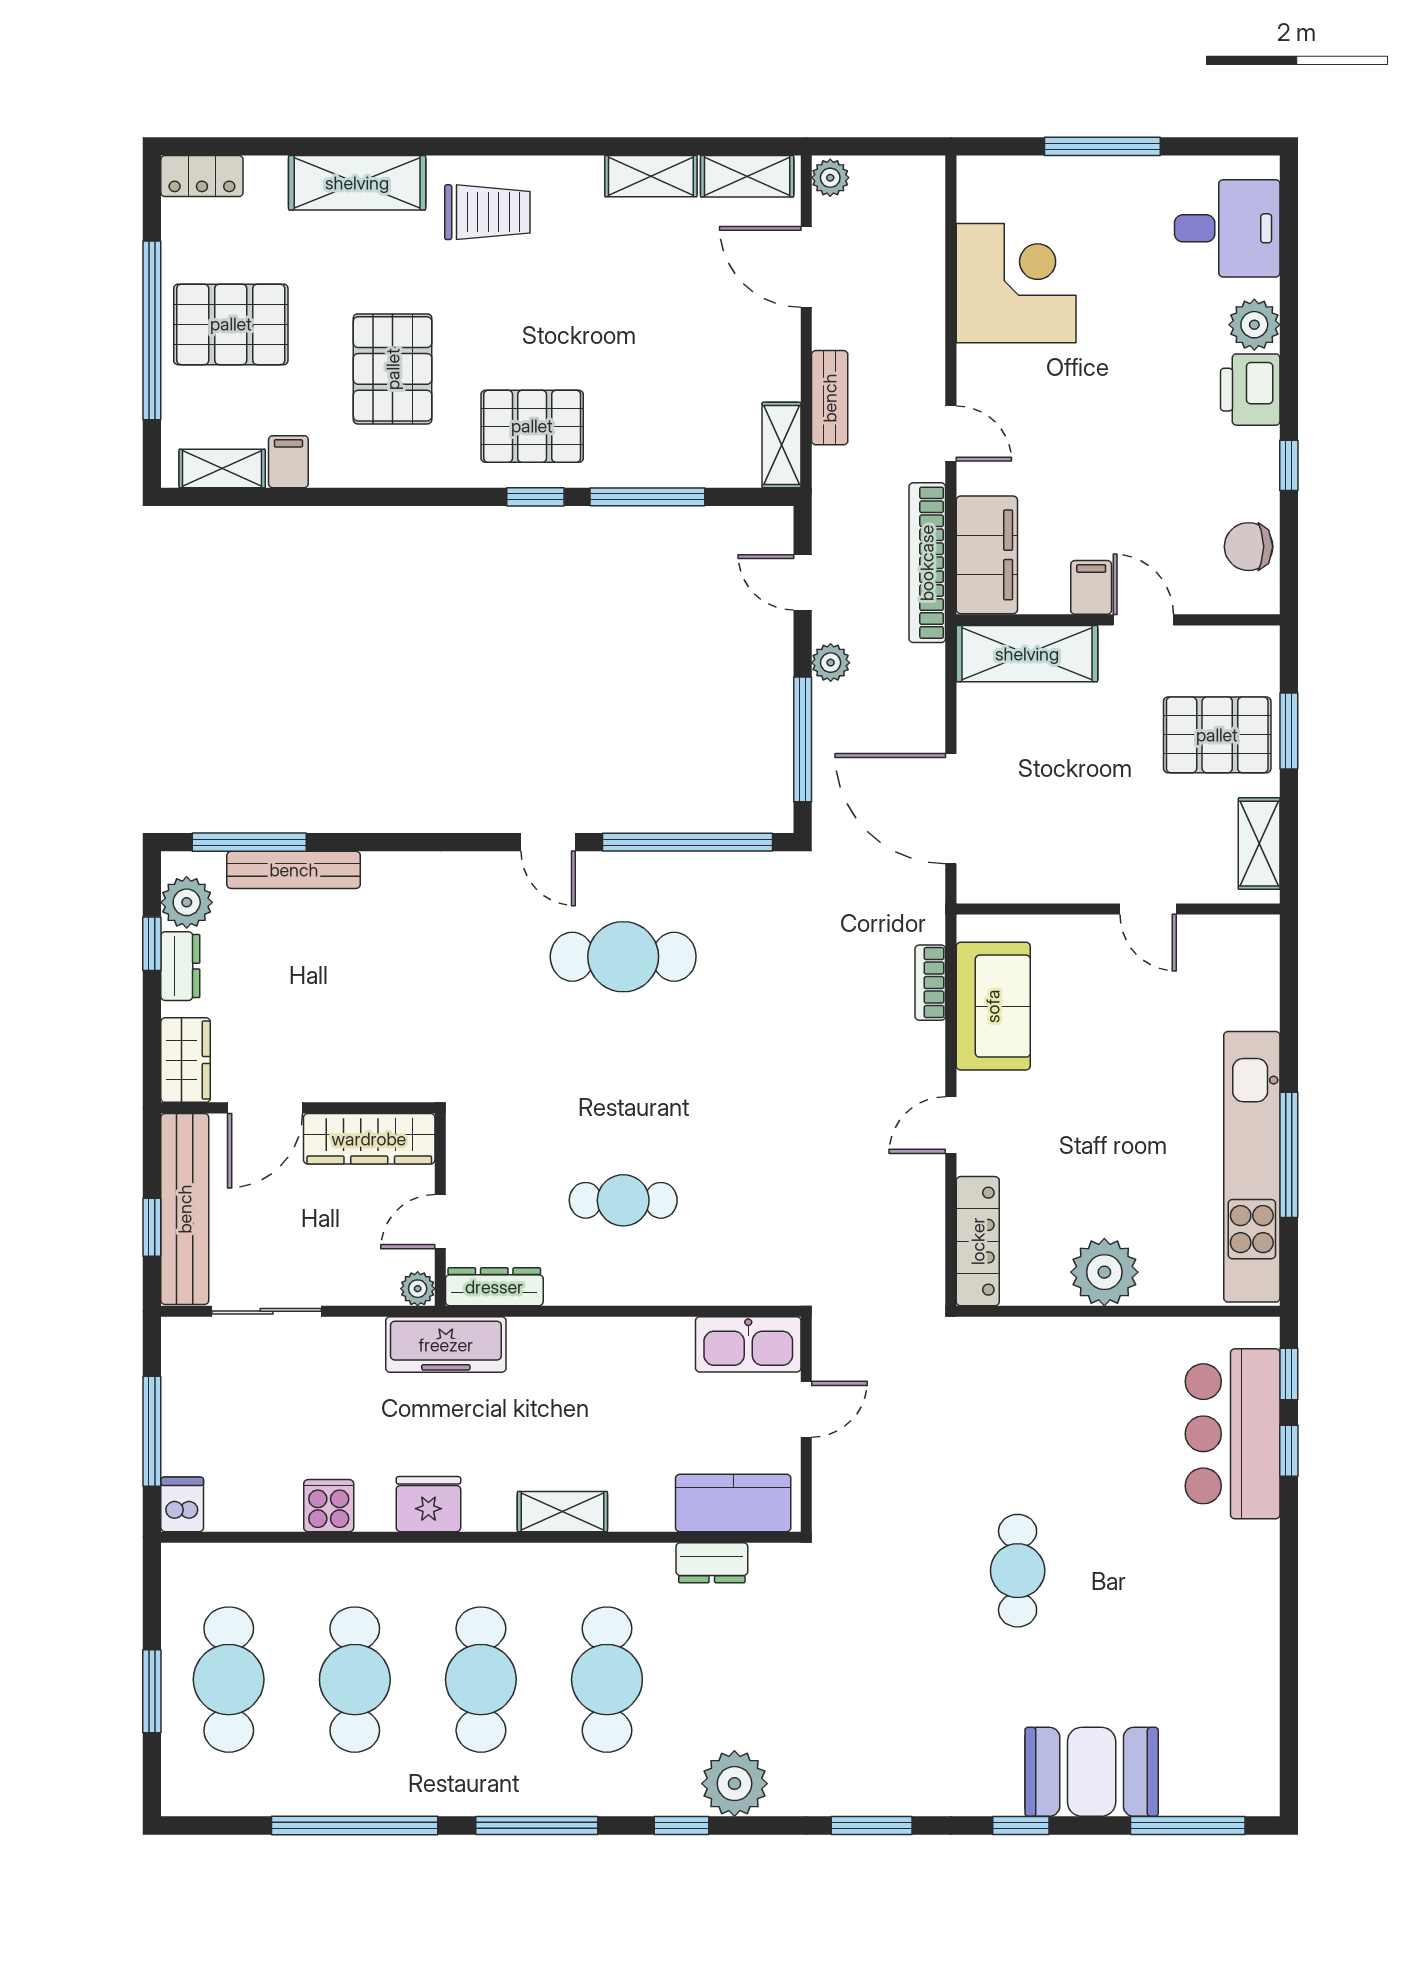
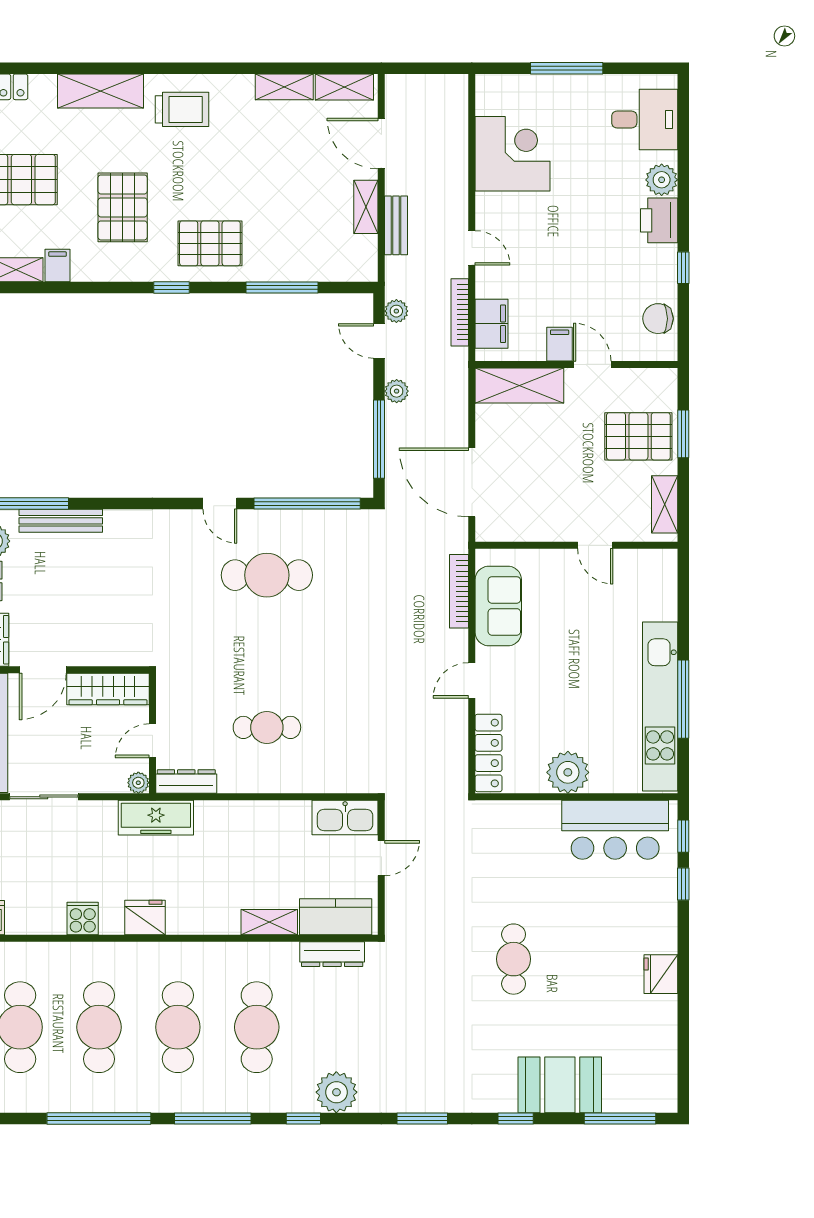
plant: (830, 178) -> (396, 311), moved
shelving: (782, 445) -> (366, 207), moved
window: (535, 497) -> (171, 288), moved
filing cabinet: (987, 555) -> (492, 324), width x0.67, depth x0.86
bookcase: (927, 563) -> (460, 312), width x0.68, depth x0.76
bookcase: (930, 983) -> (459, 591), width x1.56
bar counter: (1233, 1434) -> (615, 830), moved, turned -90
shelving: (562, 1512) -> (269, 922), moved
dresser: (712, 1563) -> (332, 954), width x1.44
fridge: (1253, 1595) -> (661, 974), added

